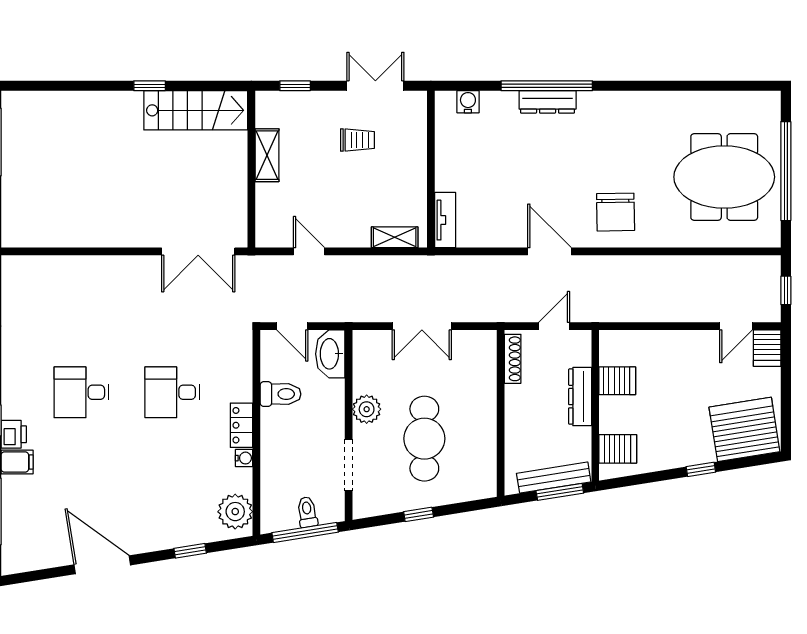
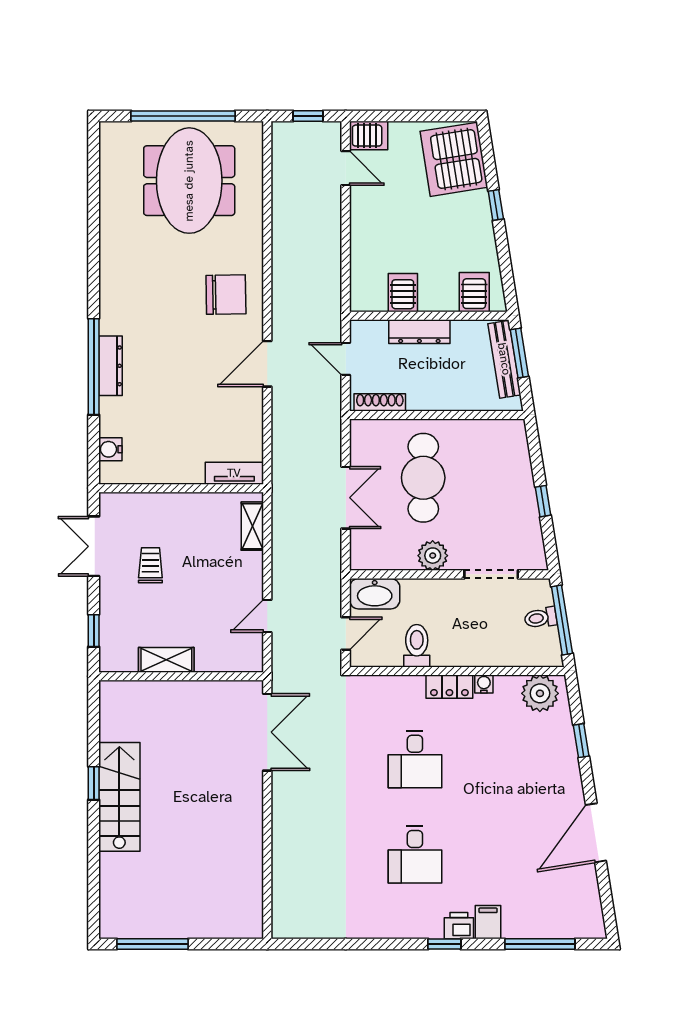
stairs: (196, 110) -> (119, 797), moved
cafe table: (424, 439) -> (423, 478), moved, turned 90

